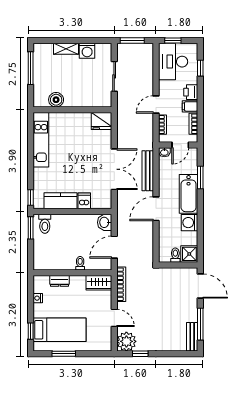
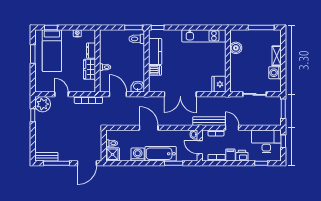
bench: (148, 171) -> (209, 121), moved
wardrobe: (99, 283) -> (90, 69), moved
door: (114, 318) -> (61, 94), swing flipped

